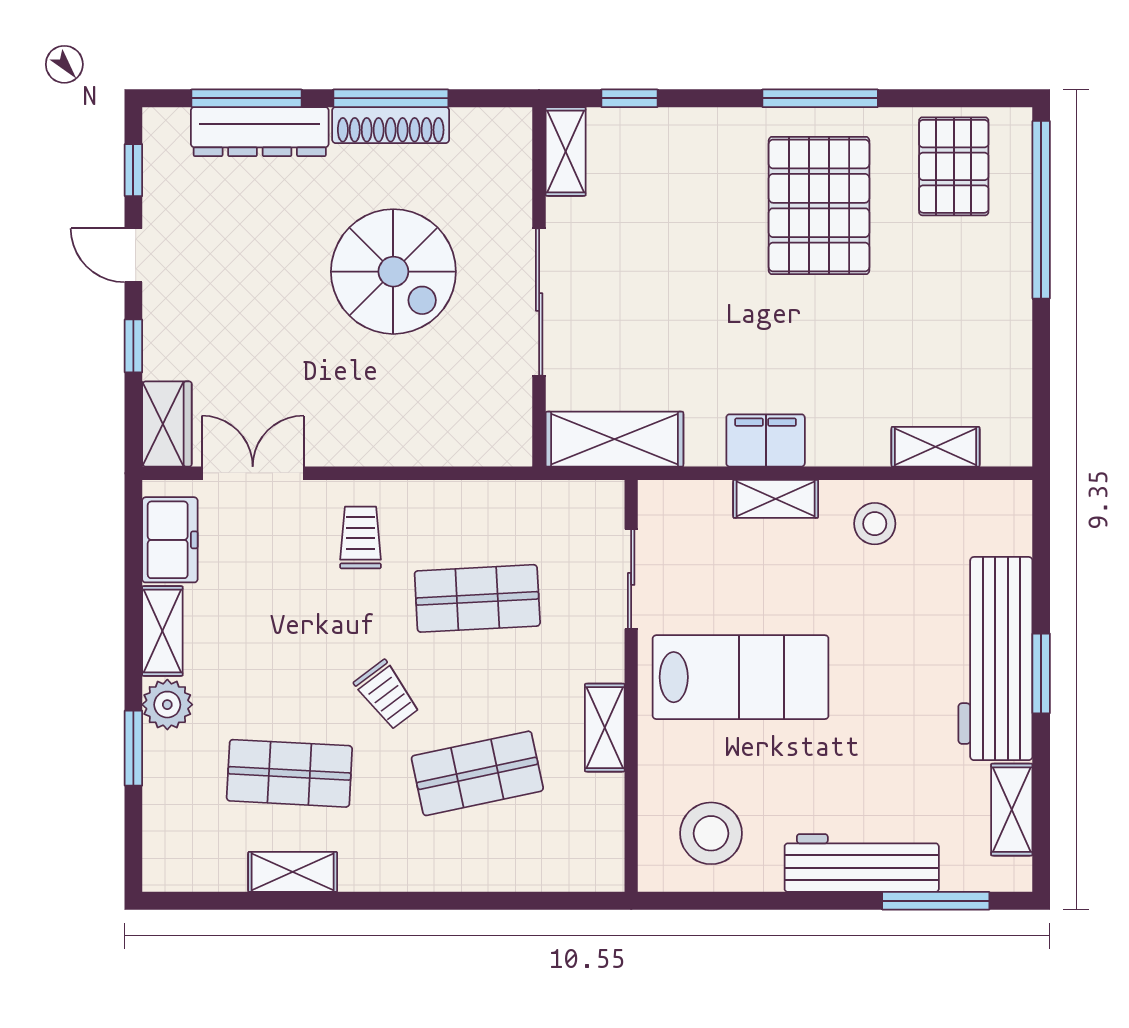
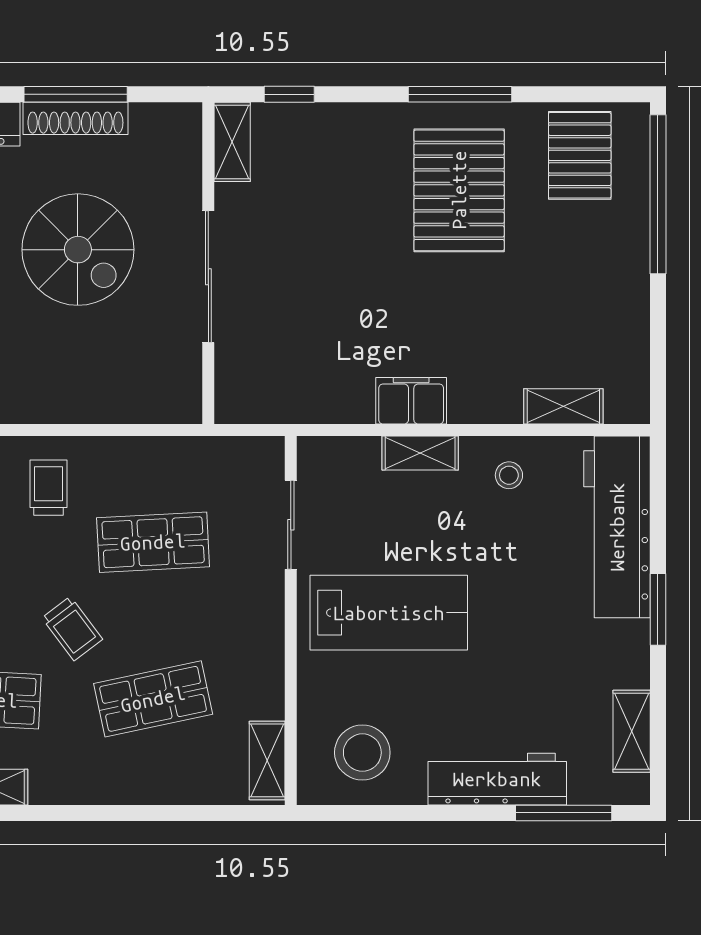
shelving: (615, 439) -> (276, 400), removed
stool: (875, 524) -> (509, 475), width x0.73, depth x0.73
workbench: (995, 659) -> (617, 527), moved
shelving: (605, 728) -> (267, 760), moved

